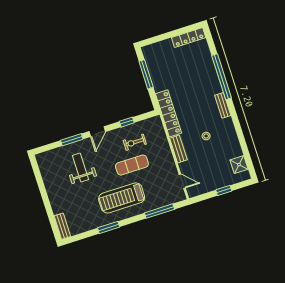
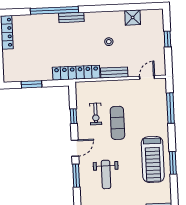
window: (146, 74) -> (32, 84), width x0.69
bench: (223, 105) -> (71, 17), moved
door: (97, 132) -> (75, 148), hinge flipped
shower: (239, 165) -> (133, 17), moved
weight bench: (80, 168) -> (106, 174), turned -90
treadmill: (122, 198) -> (153, 159), moved

